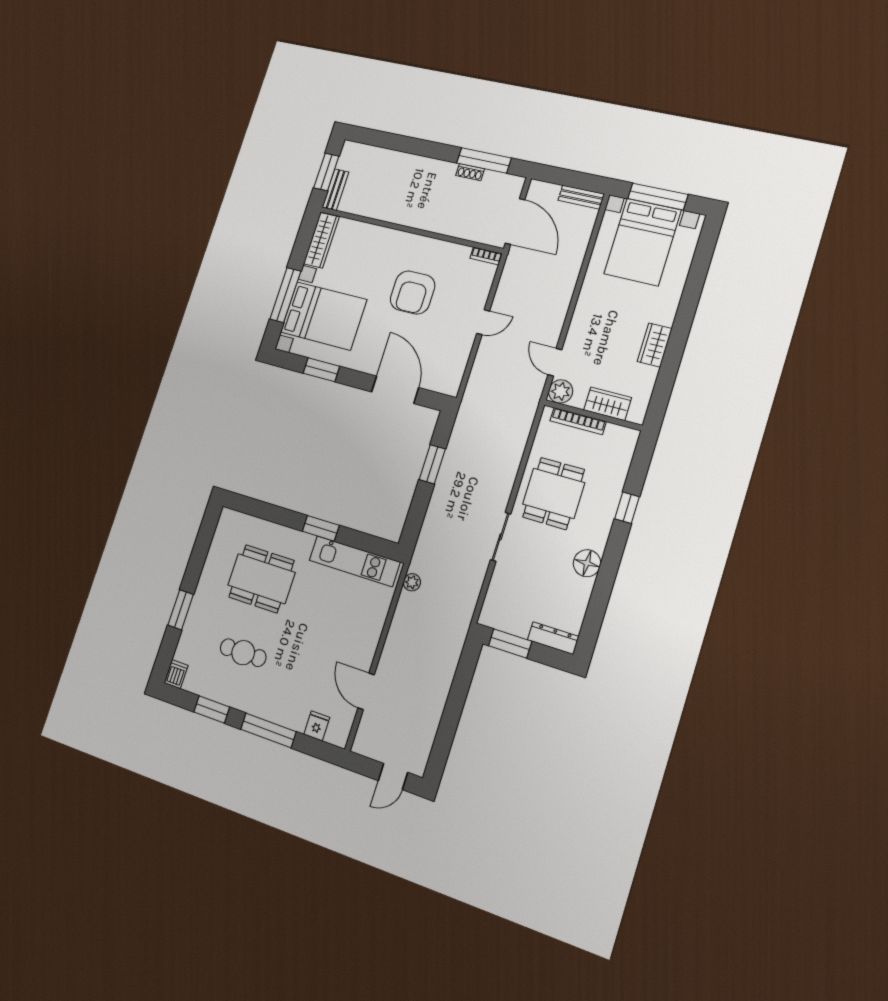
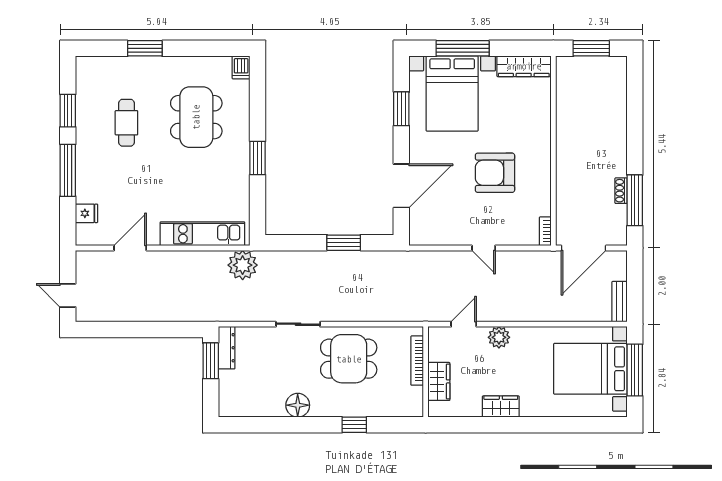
bench: (335, 190) -> (576, 64), removed
plant: (561, 391) -> (499, 337), moved
kitchen unit: (354, 561) -> (202, 234), moved, turned 90
plant: (412, 582) -> (243, 265), width x1.87, depth x1.87
dresser: (553, 638) -> (227, 348), moved
dishwasher: (176, 674) -> (241, 67), moved, turned 90

